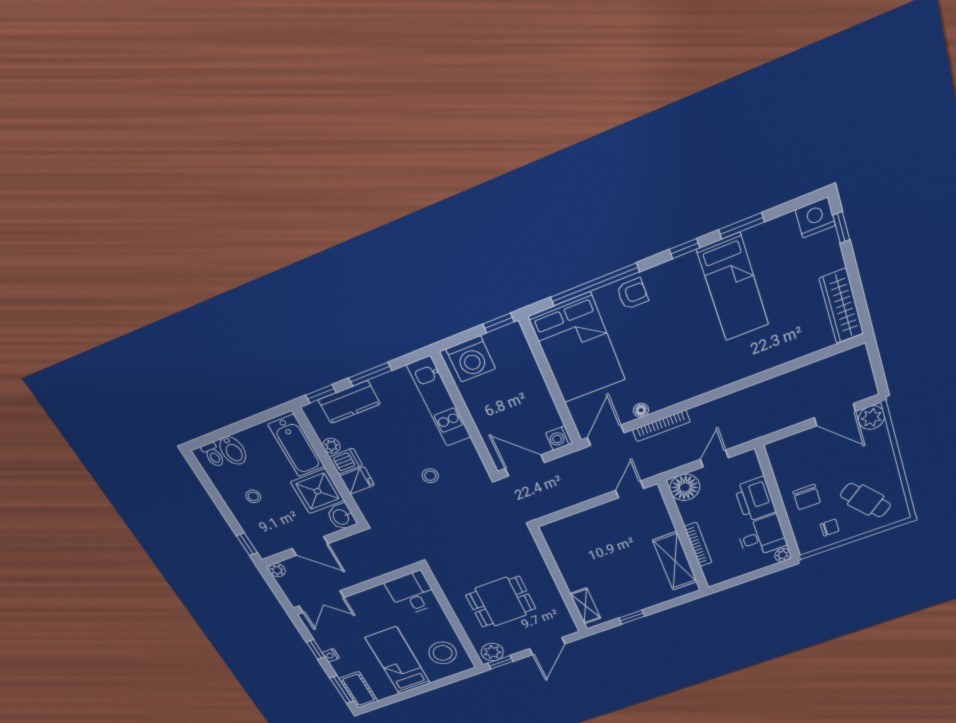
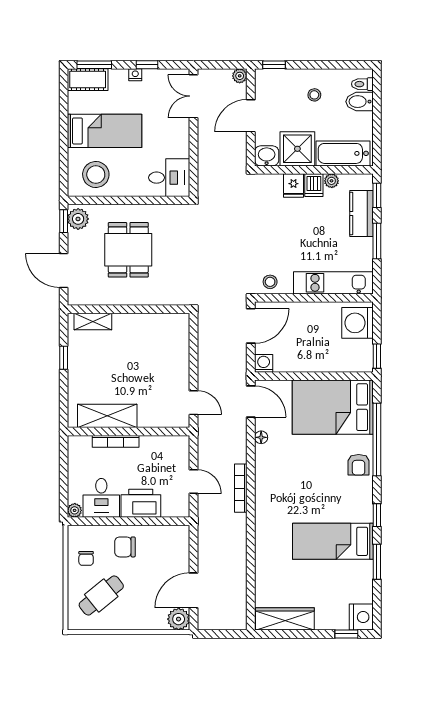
bookcase: (661, 426) -> (241, 488), moved
stool: (430, 476) -> (270, 282), moved
floor lamp: (685, 487) -> (176, 449), removed

